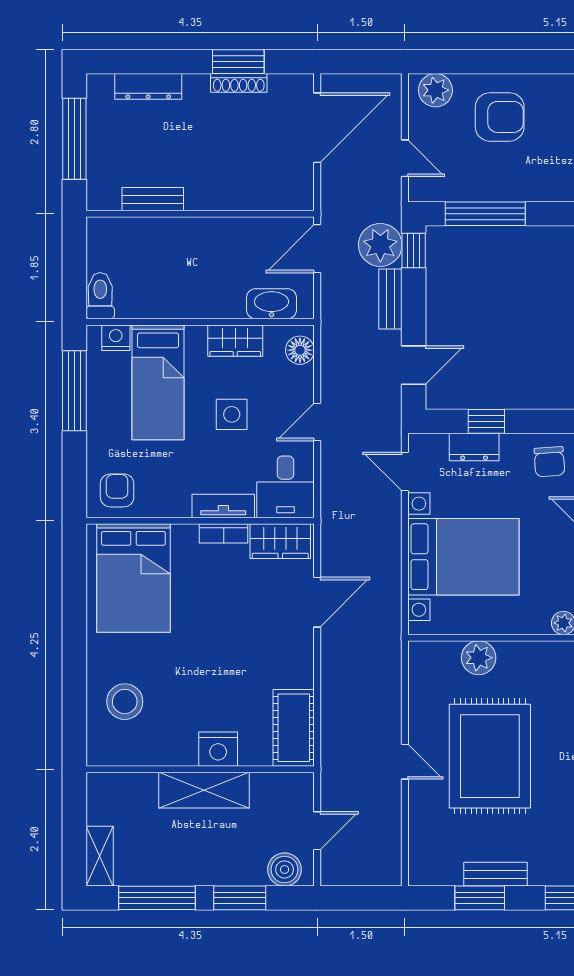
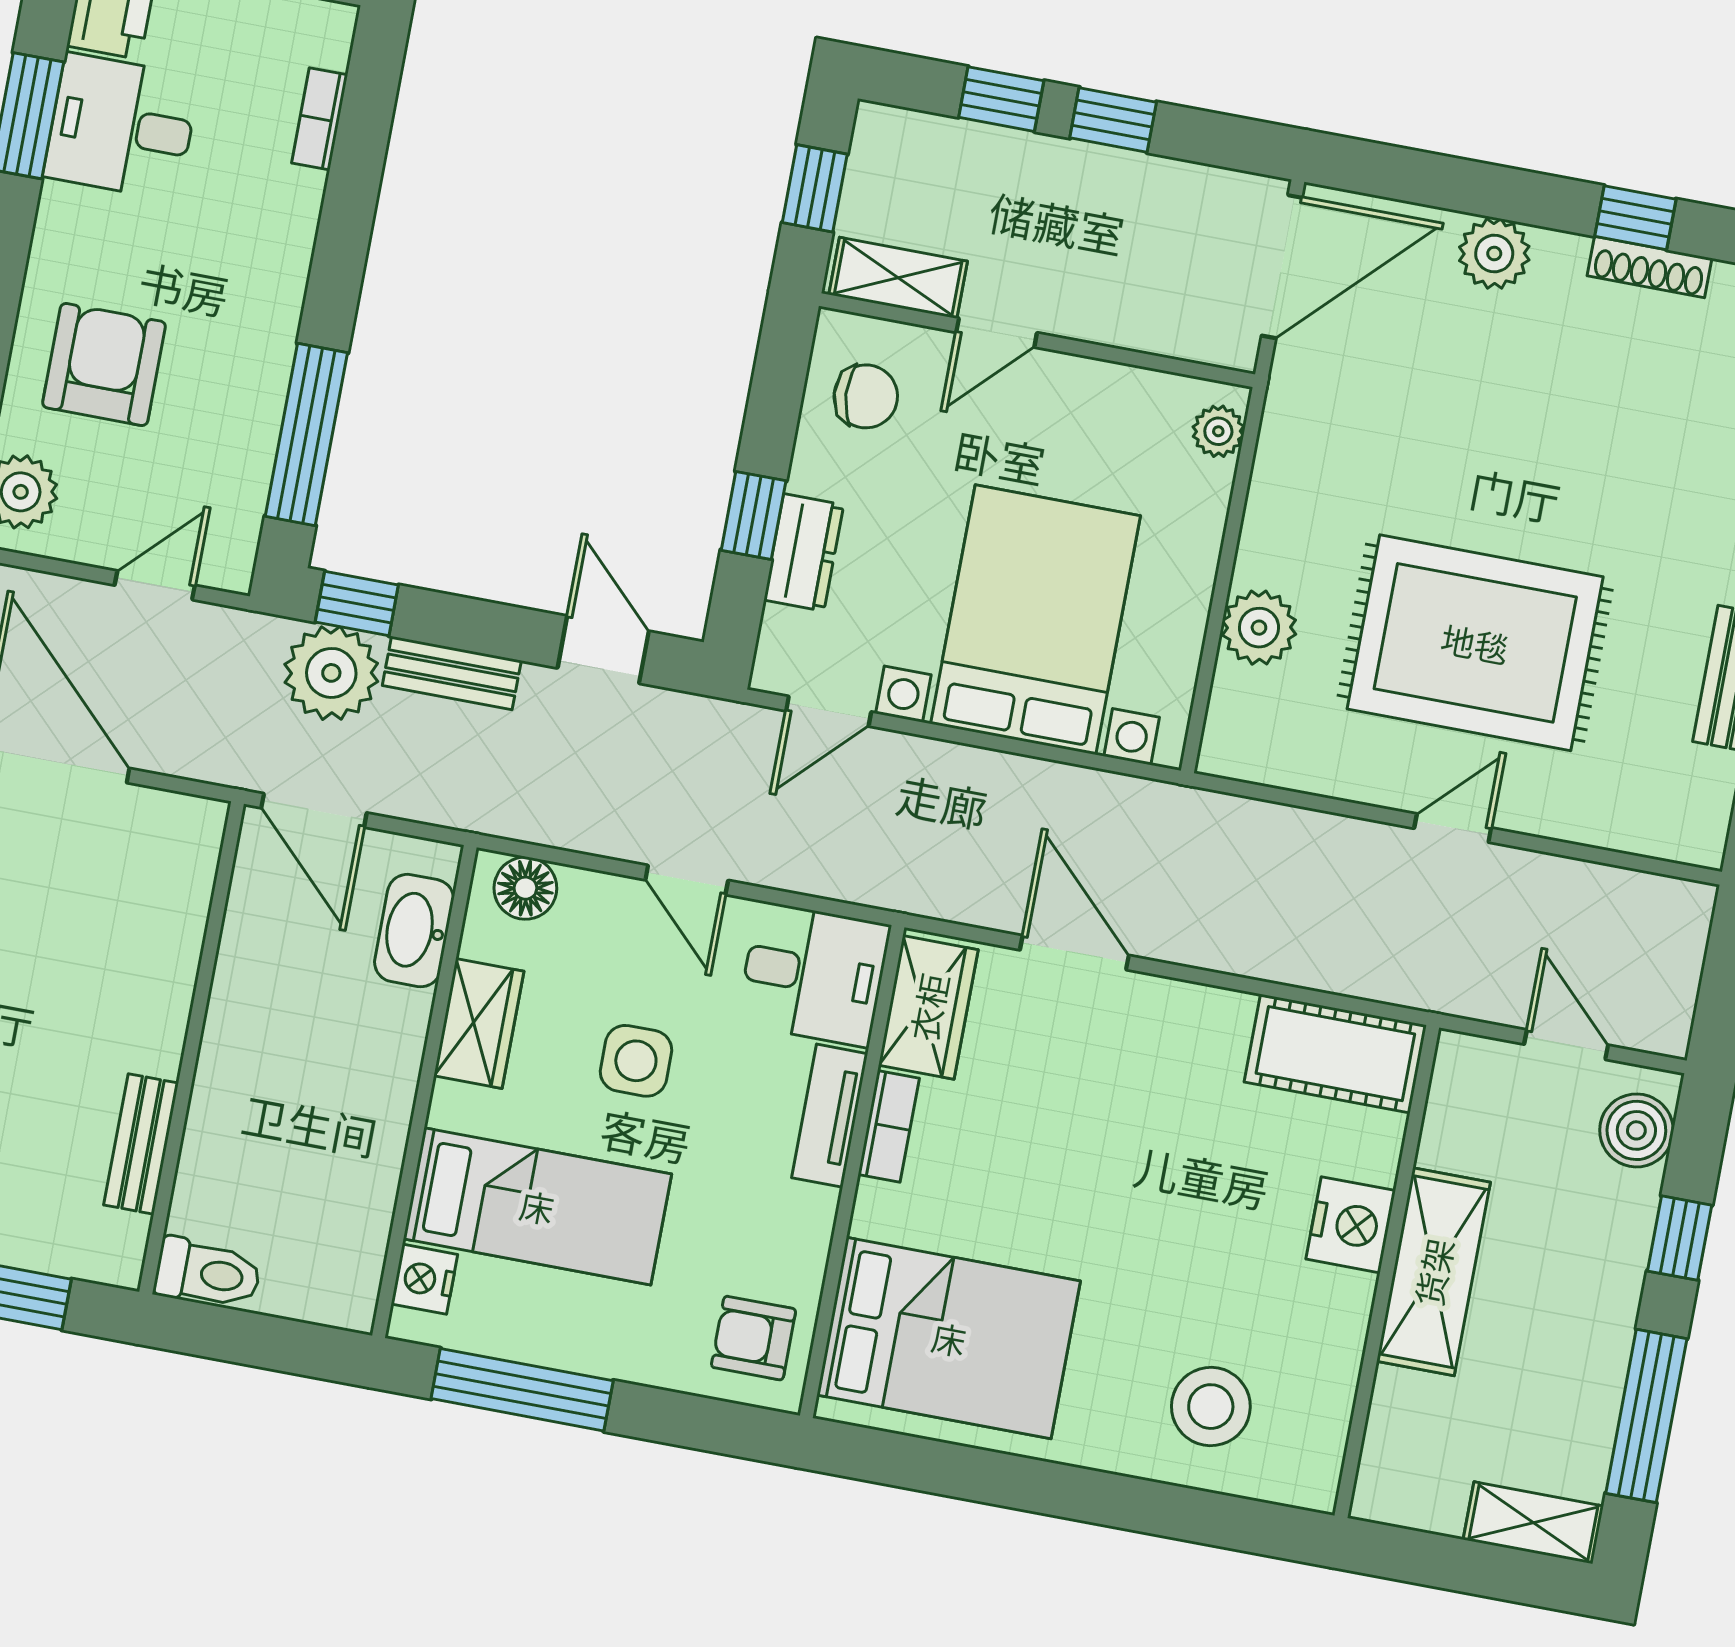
toilet: (100, 296) -> (208, 1273), moved, turned 180
window: (240, 898) -> (1680, 1238), width x0.67

